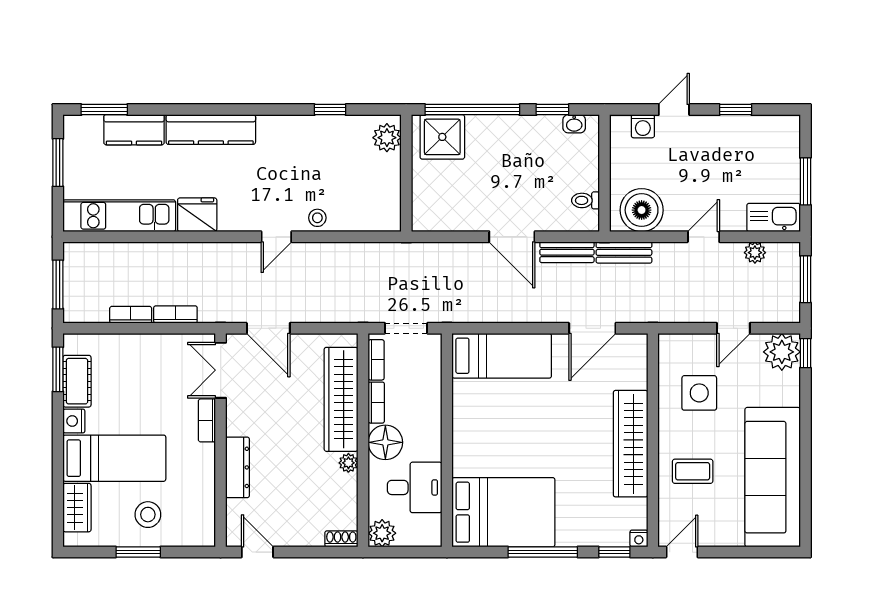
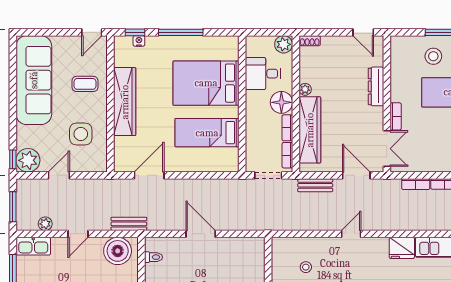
stool: (317, 218) -> (306, 267), moved
bench: (567, 252) -> (315, 185), moved
bed: (502, 356) -> (207, 133), moved
bed: (503, 512) -> (206, 83), moved
nightstand: (639, 538) -> (139, 41), moved

